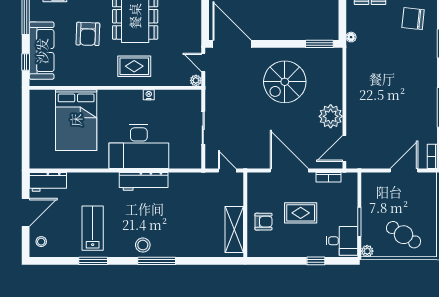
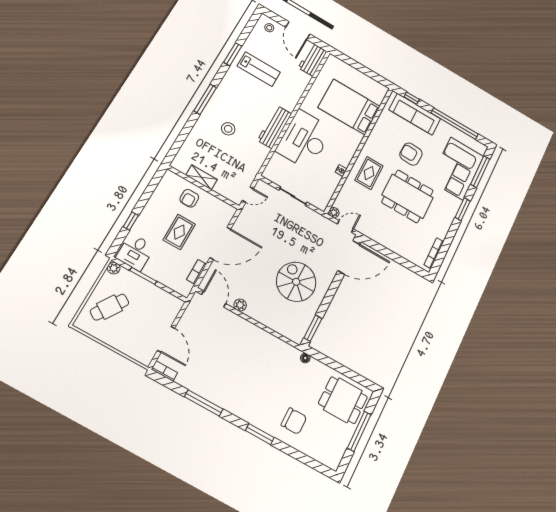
chair: (413, 19) -> (294, 421), turned 84
plant: (331, 116) -> (240, 305), width x0.53, depth x0.53
shelving: (234, 229) -> (201, 177), width x0.67, depth x0.75
stool: (143, 245) -> (228, 129), moved

